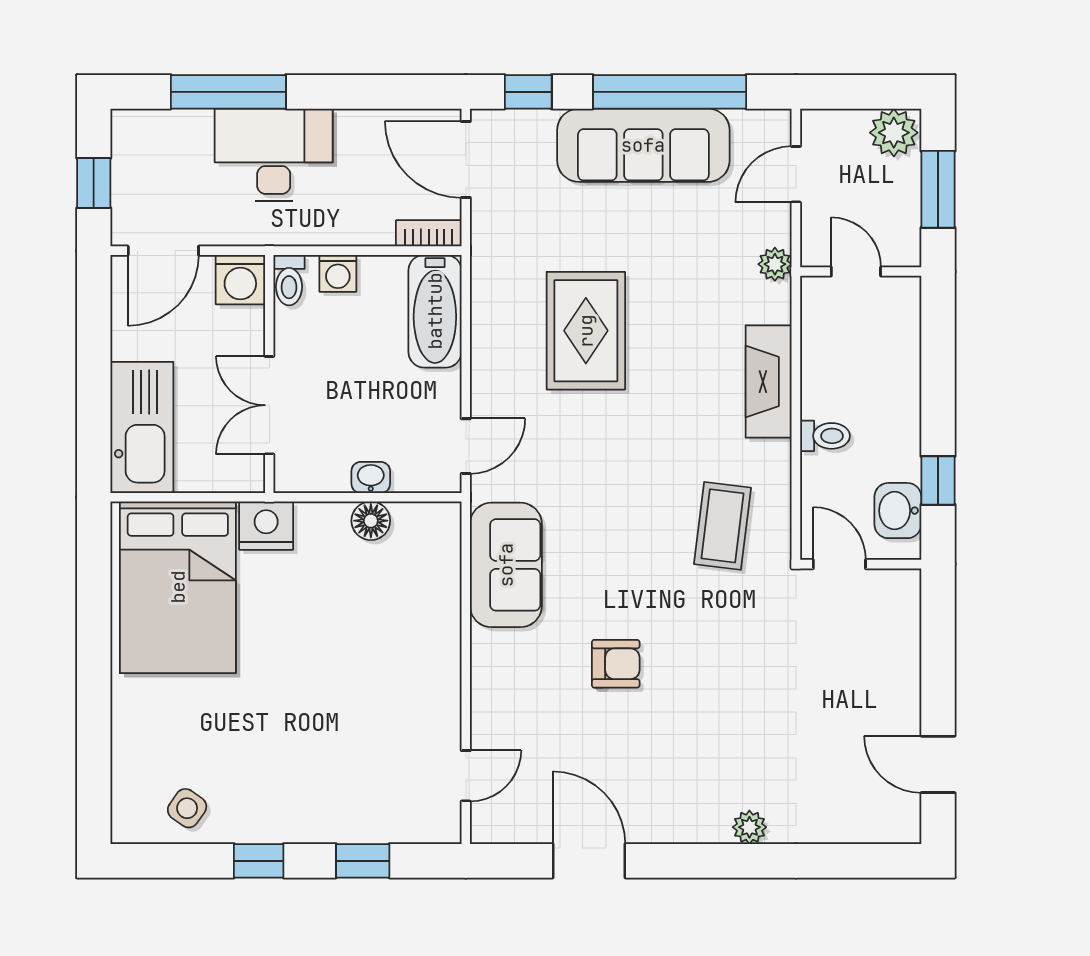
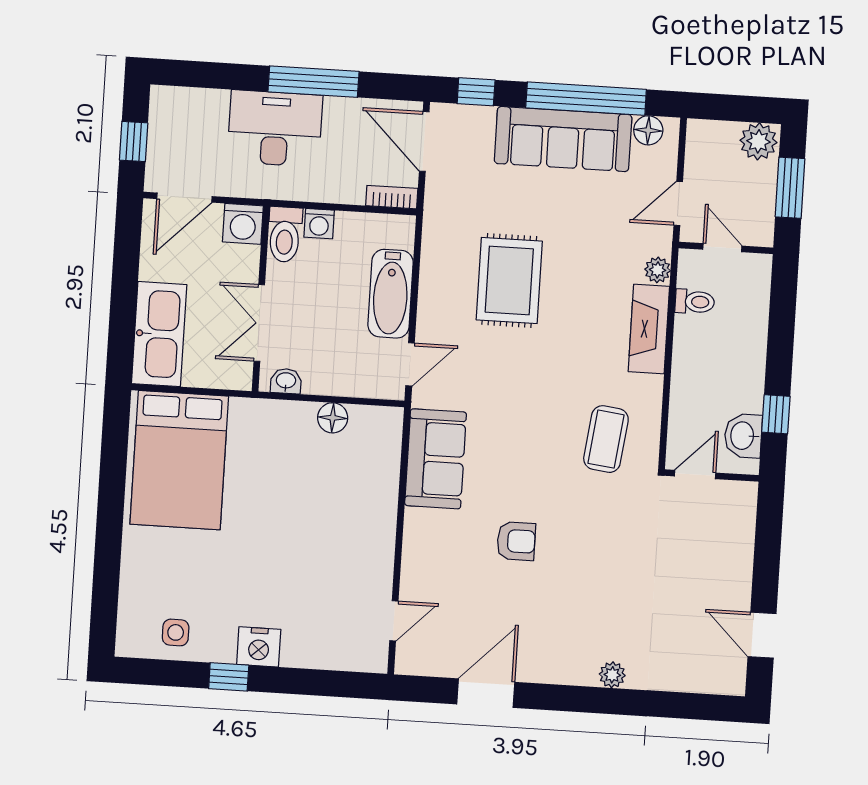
window: (228, 92) -> (314, 82), moved
floor lamp: (752, 127) -> (648, 130), added
door: (796, 174) -> (678, 203), moved
plant: (775, 264) -> (658, 270), moved
toilet: (289, 280) -> (285, 234), width x1.37, depth x1.39
bathtub: (435, 311) -> (391, 294), moved
toilet: (825, 436) -> (695, 302), moved
washbasin: (371, 477) -> (286, 381), moved
nightstand: (266, 526) -> (259, 647), moved, turned 180
door: (839, 564) -> (695, 474), hinge flipped
side table: (187, 808) -> (176, 632), turned -35
window: (363, 861) -> (310, 682), removed
door: (589, 861) -> (486, 693), hinge flipped

